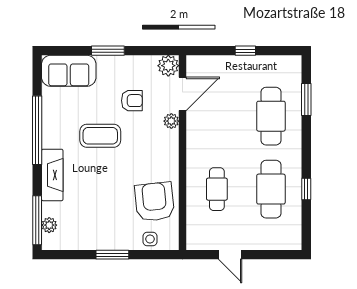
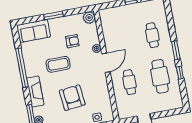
door: (182, 94) -> (106, 63), moved
window: (306, 99) -> (176, 50), moved
cafe table: (271, 116) -> (152, 35), width x0.73, depth x0.74
armchair: (155, 202) -> (72, 98), moved

